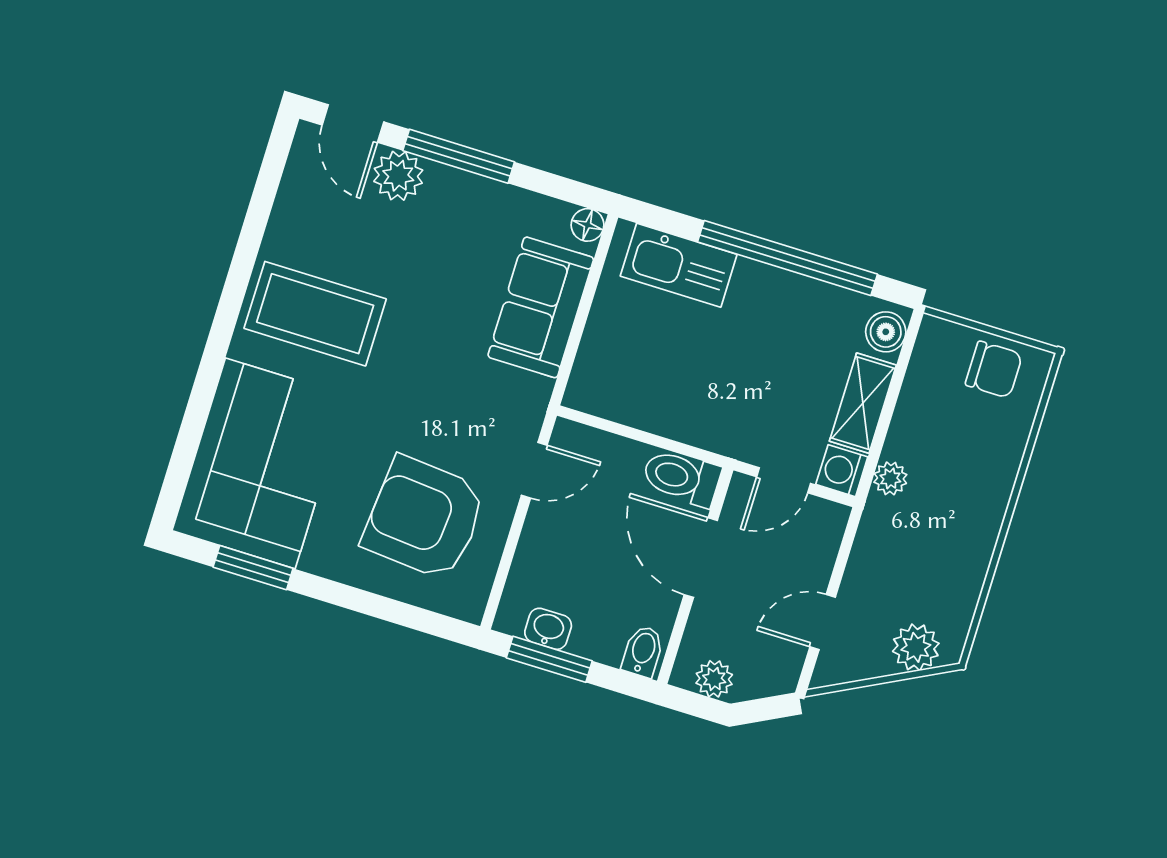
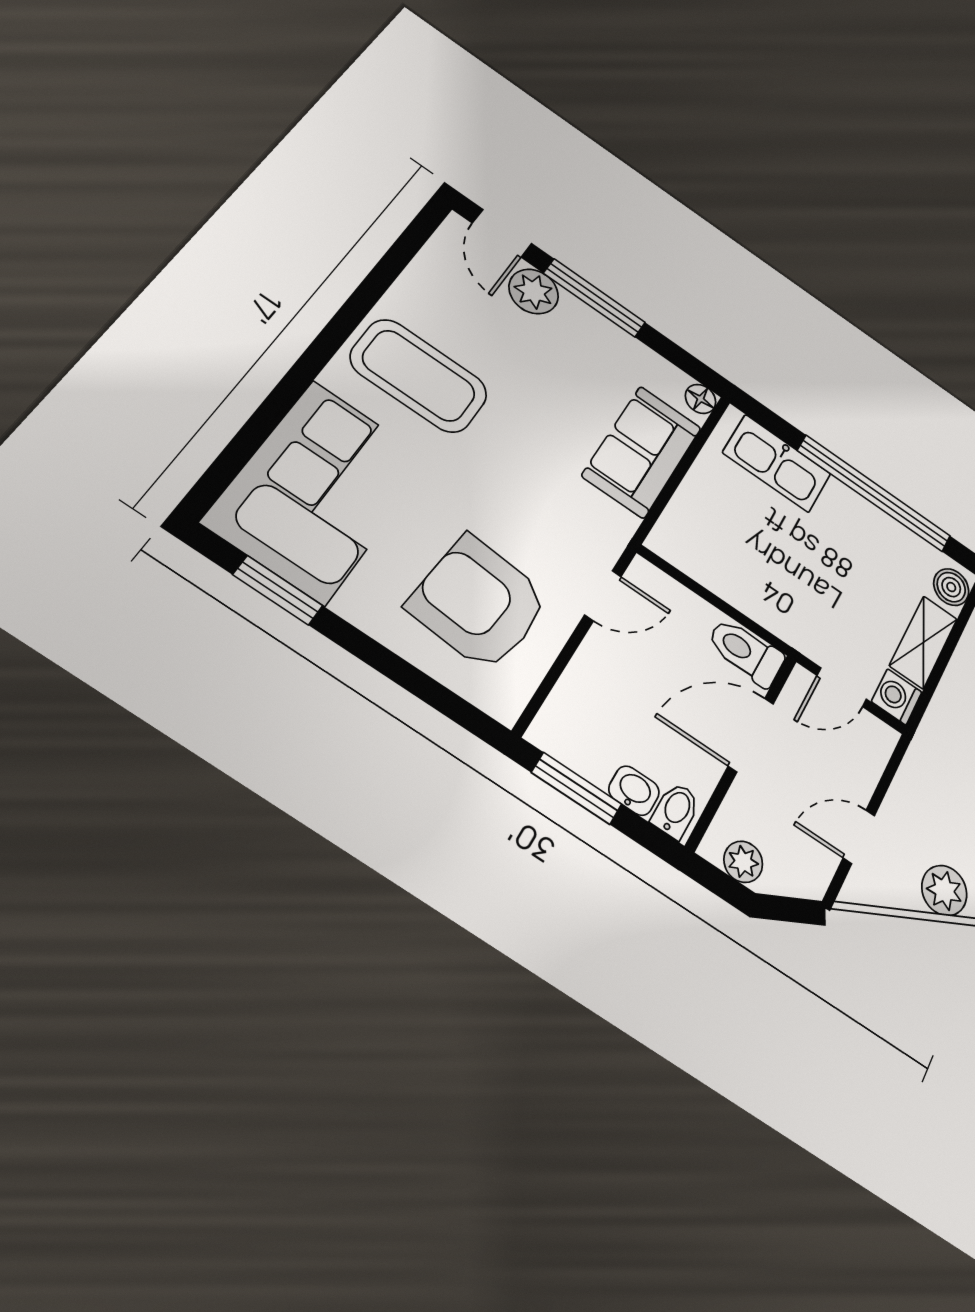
plant: (890, 478) -> (940, 719), removed
door: (701, 558) -> (751, 735), hinge flipped
washbasin: (548, 629) -> (634, 791), moved

